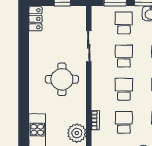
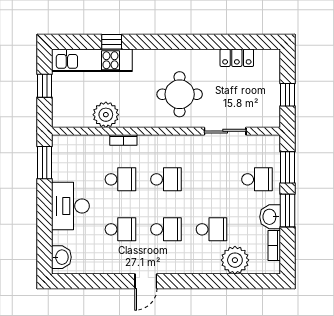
locker: (35, 19) -> (237, 58), moved
school desk: (124, 56) -> (211, 179), removed
window: (24, 129) -> (112, 42), added

